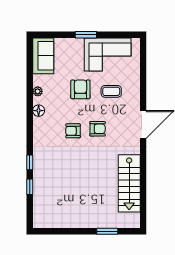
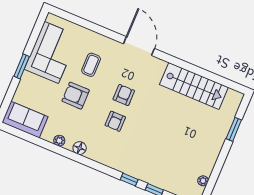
plant: (54, 224) -> (203, 181), added

